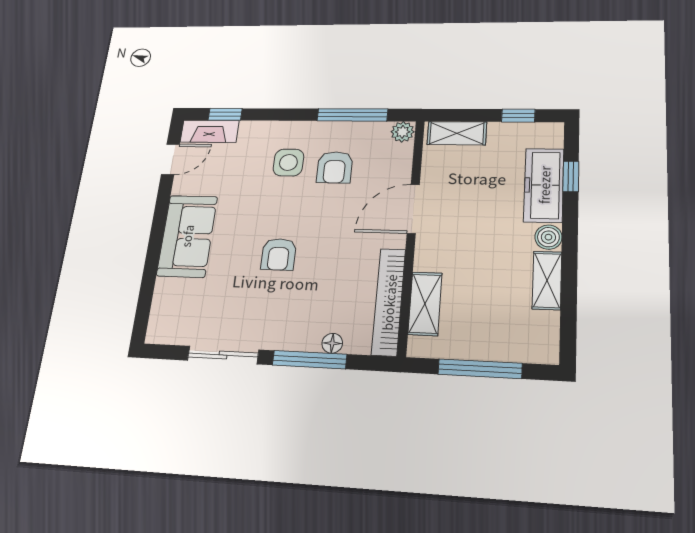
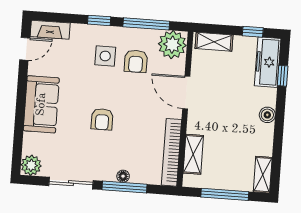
window: (225, 114) -> (99, 20), moved
plant: (403, 132) -> (172, 45), width x1.87, depth x1.87
freezer: (544, 185) -> (268, 62), moved
door: (413, 209) -> (186, 93), hinge flipped
shelving: (547, 280) -> (263, 175), moved
plant: (163, 328) -> (31, 165), added
floor lamp: (332, 343) -> (123, 176), moved

